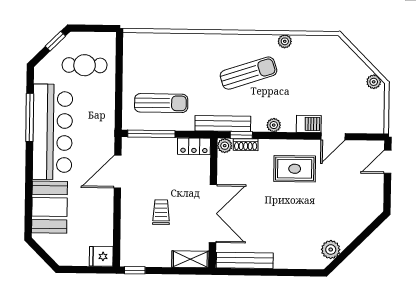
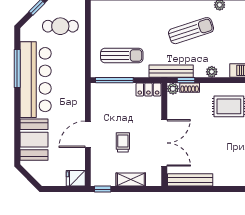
door: (118, 172) -> (88, 134), moved
shelving: (190, 259) -> (131, 180), moved

